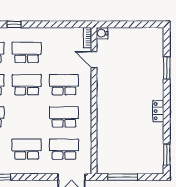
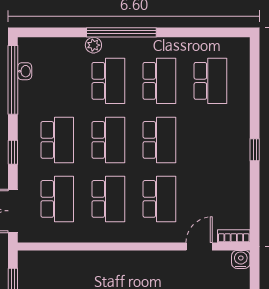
window: (14, 24) -> (255, 150), moved
school desk: (27, 52) -> (108, 140), moved
window: (34, 177) -> (13, 152), added

